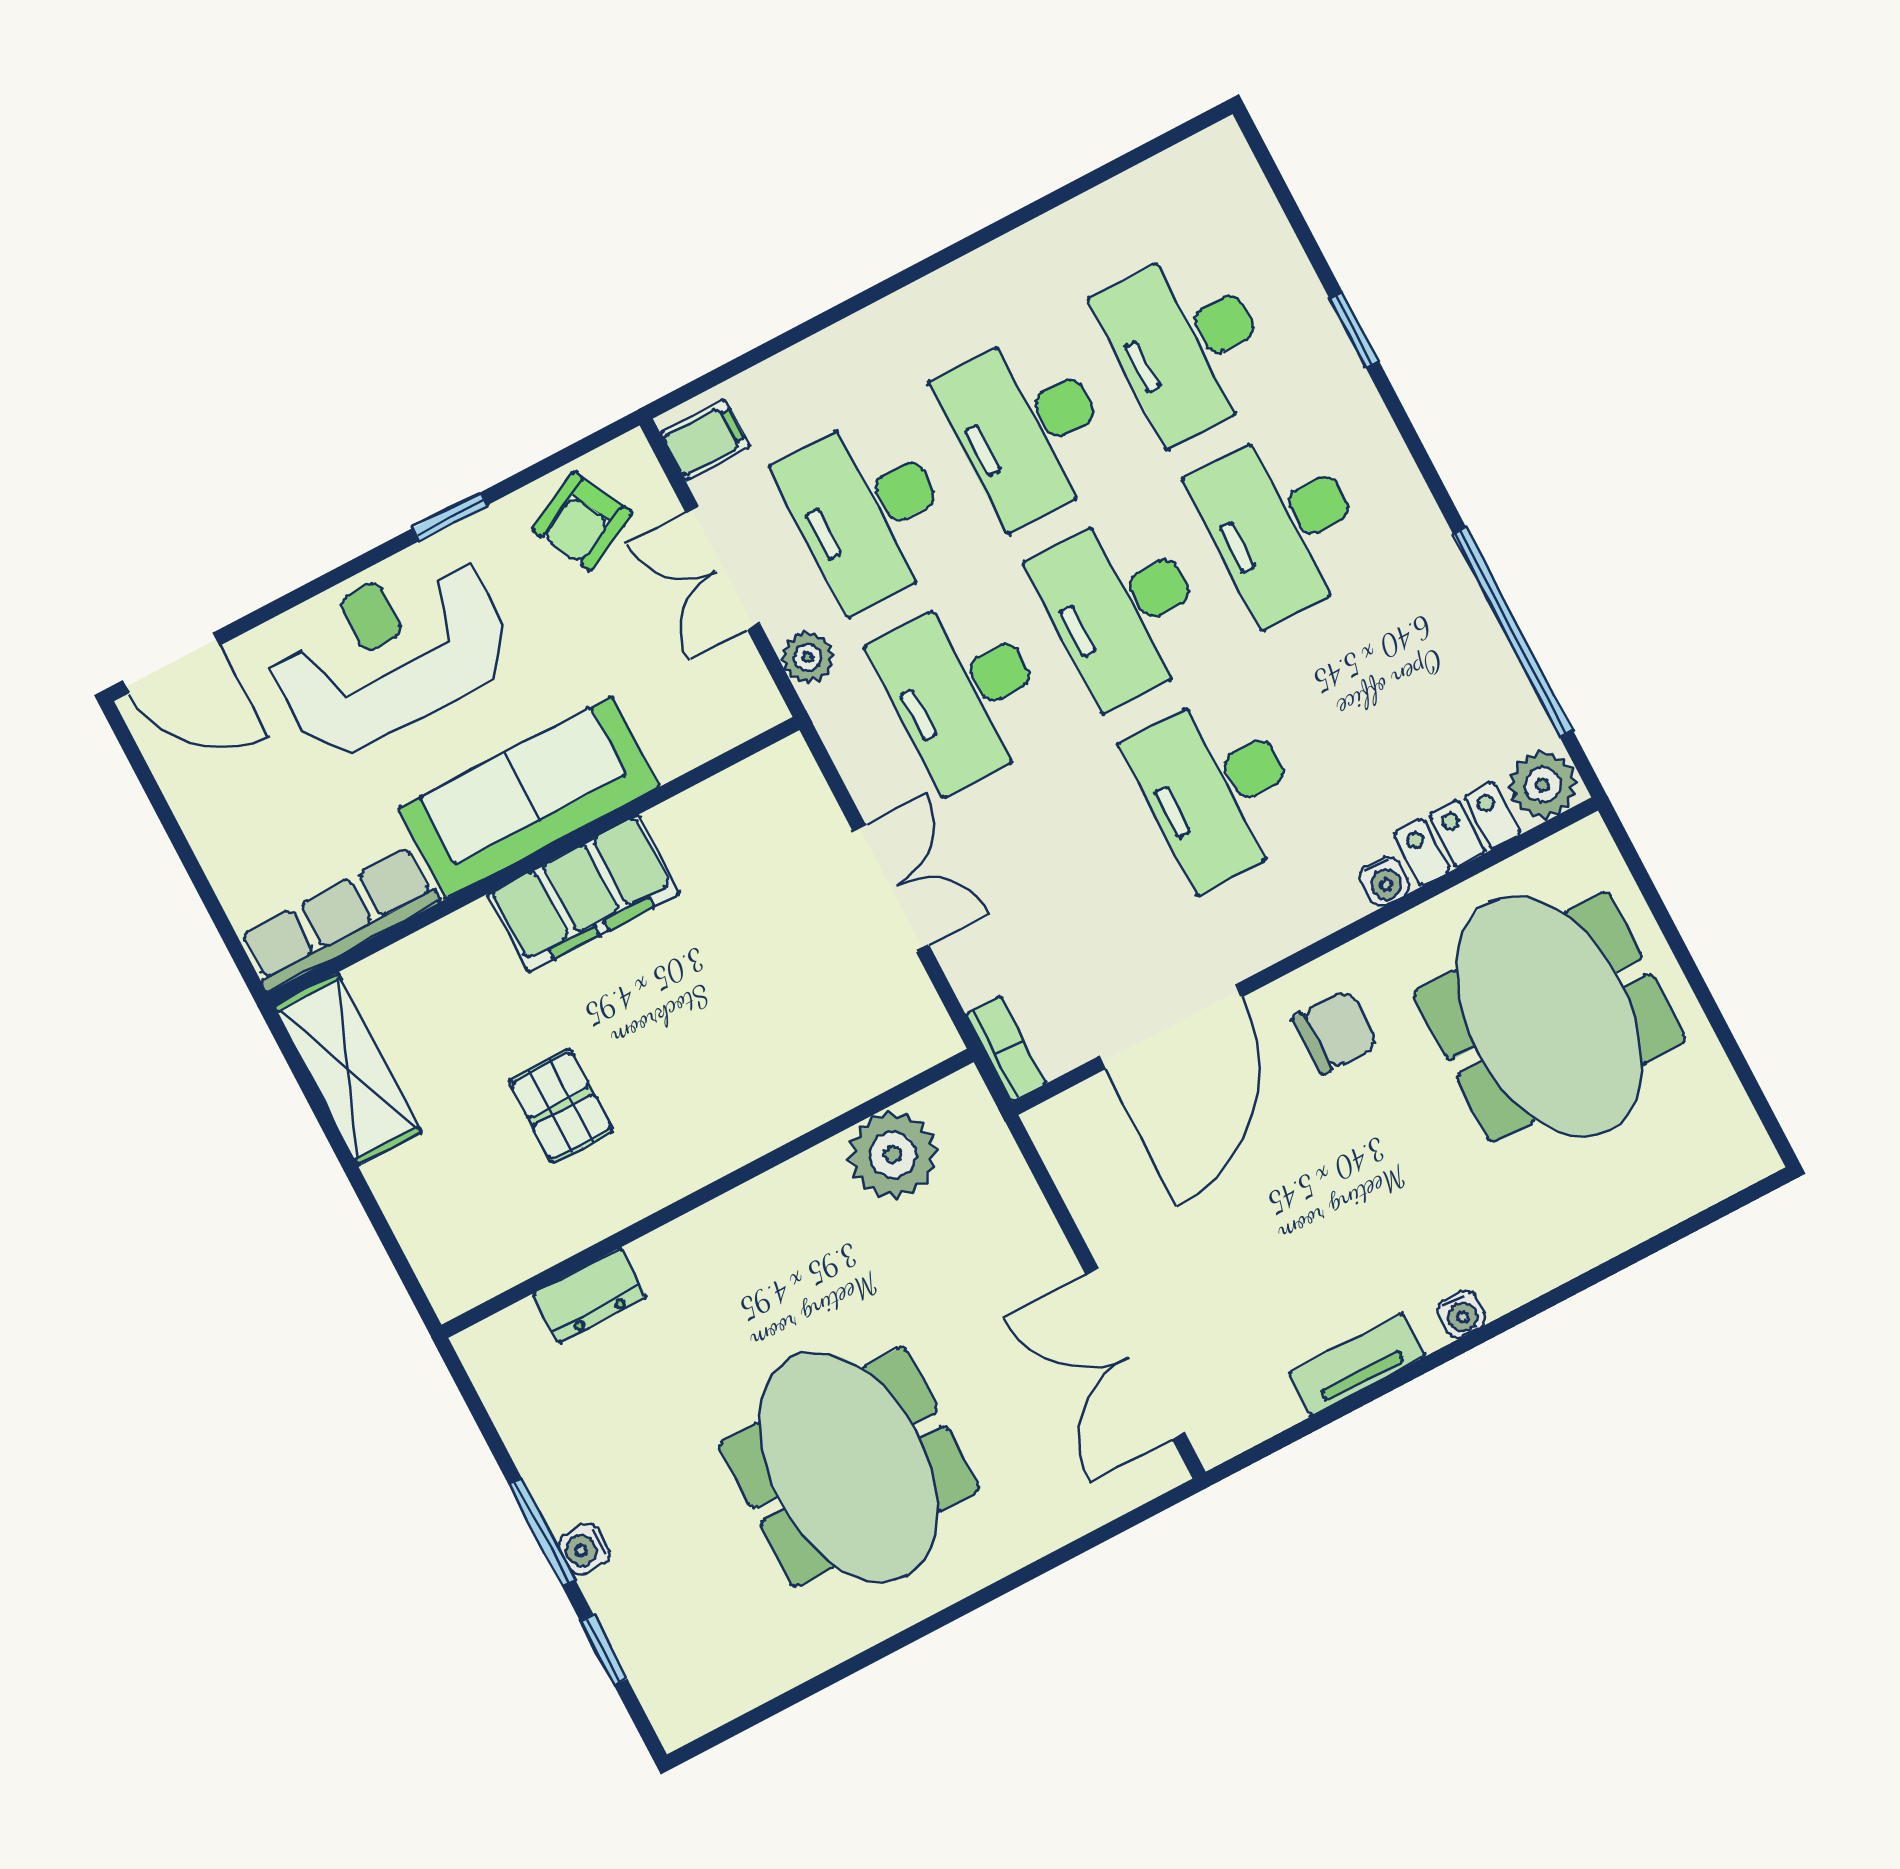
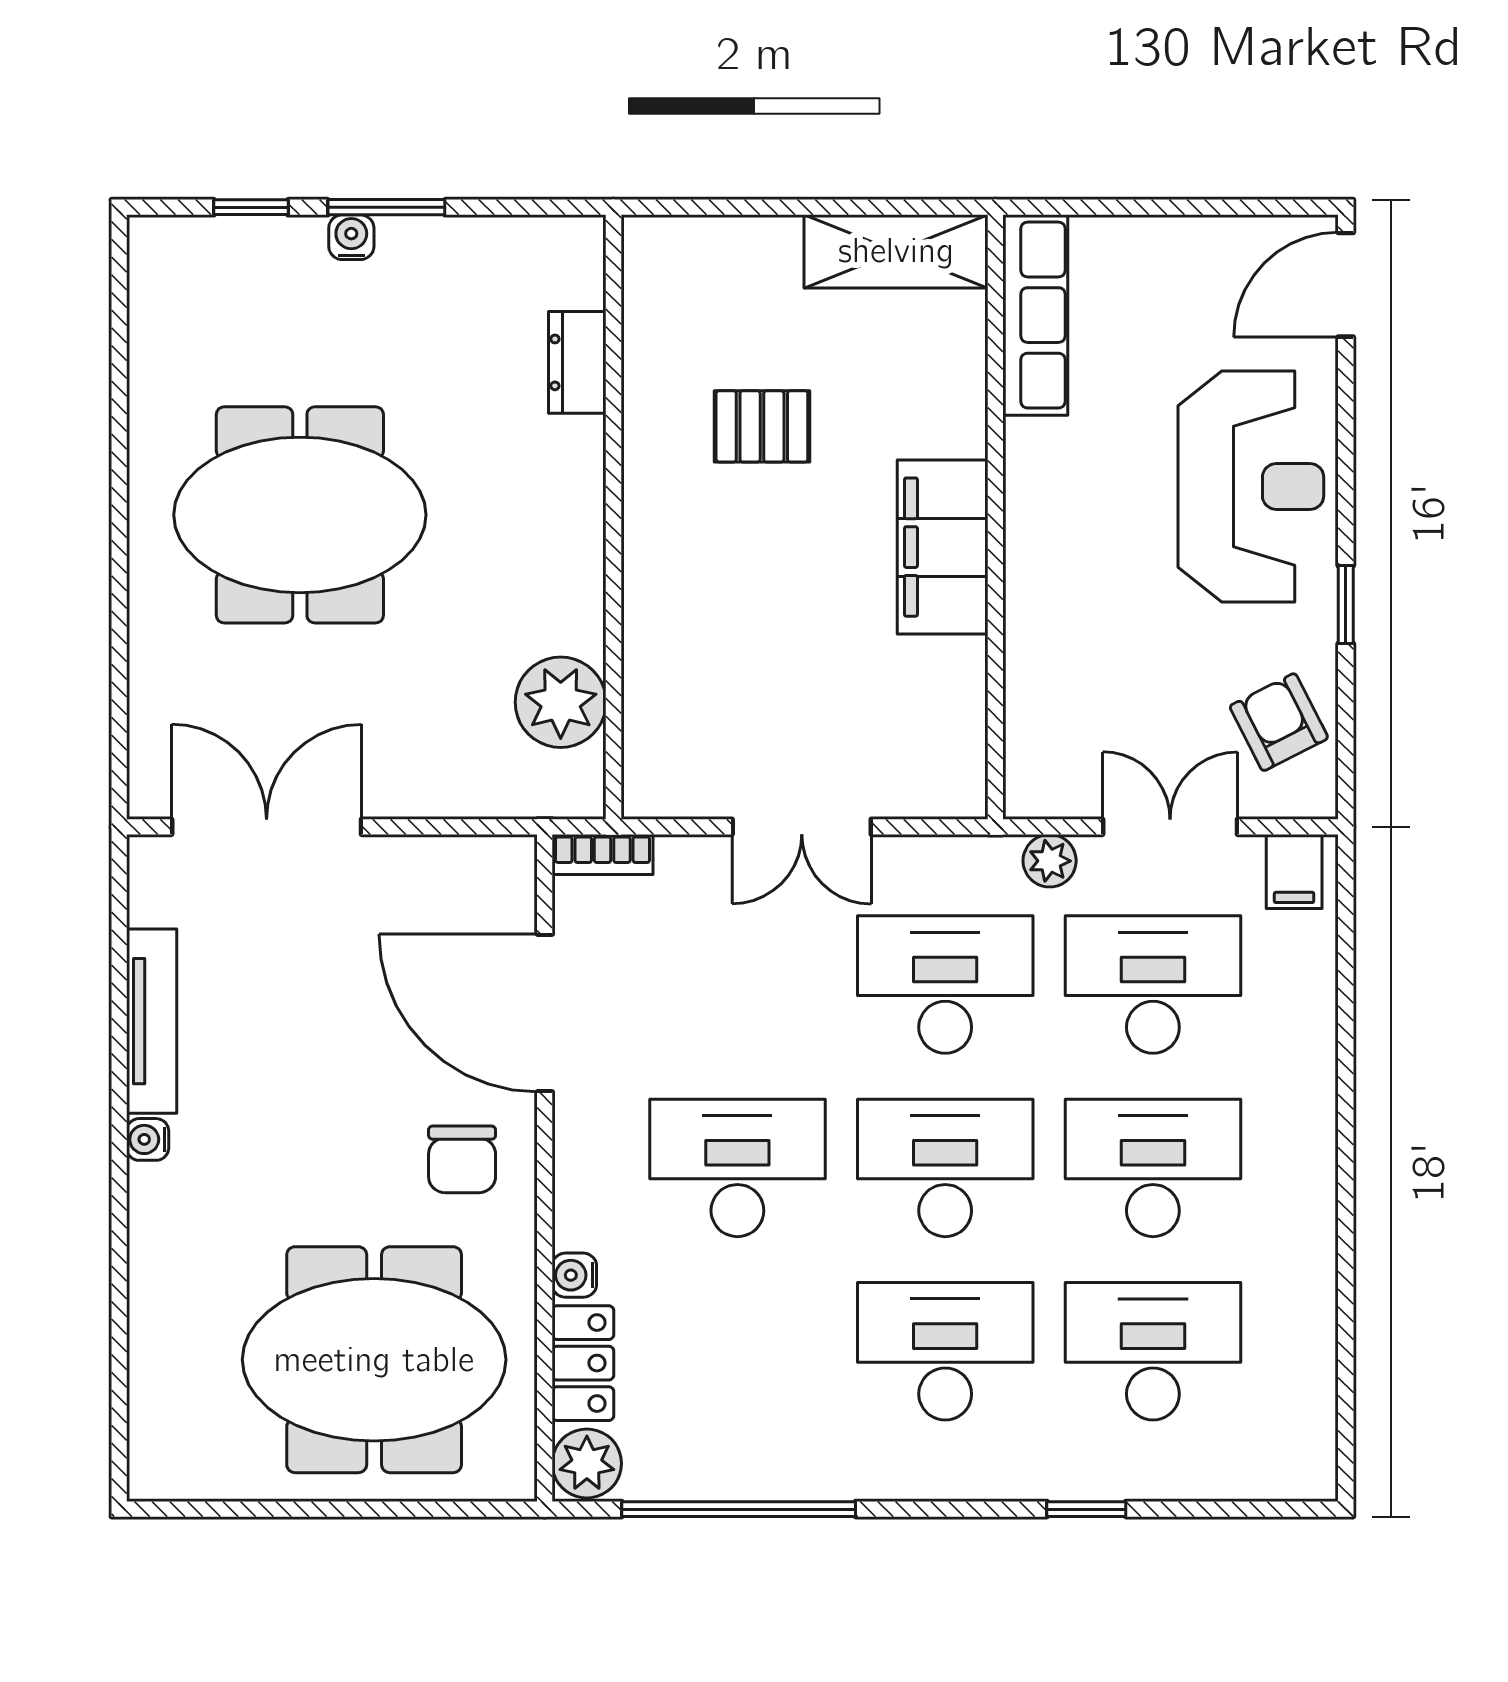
sofa: (529, 797) -> (1055, 543), removed
tv unit: (1357, 1365) -> (152, 1021), width x1.41

